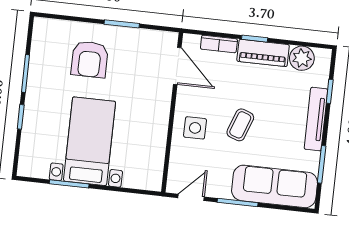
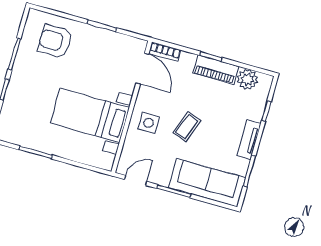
bookcase: (219, 44) -> (165, 52), moved
armchair: (90, 59) -> (55, 41), moved, turned 90
tv unit: (316, 119) -> (249, 140), width x0.71
bed with nightstands: (90, 141) -> (90, 115), moved, turned -90

